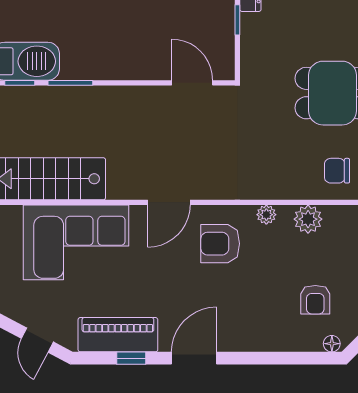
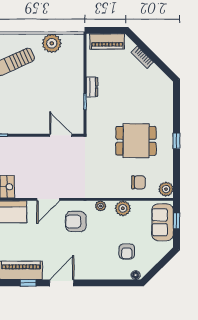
chair: (337, 171) -> (138, 182), turned 180

